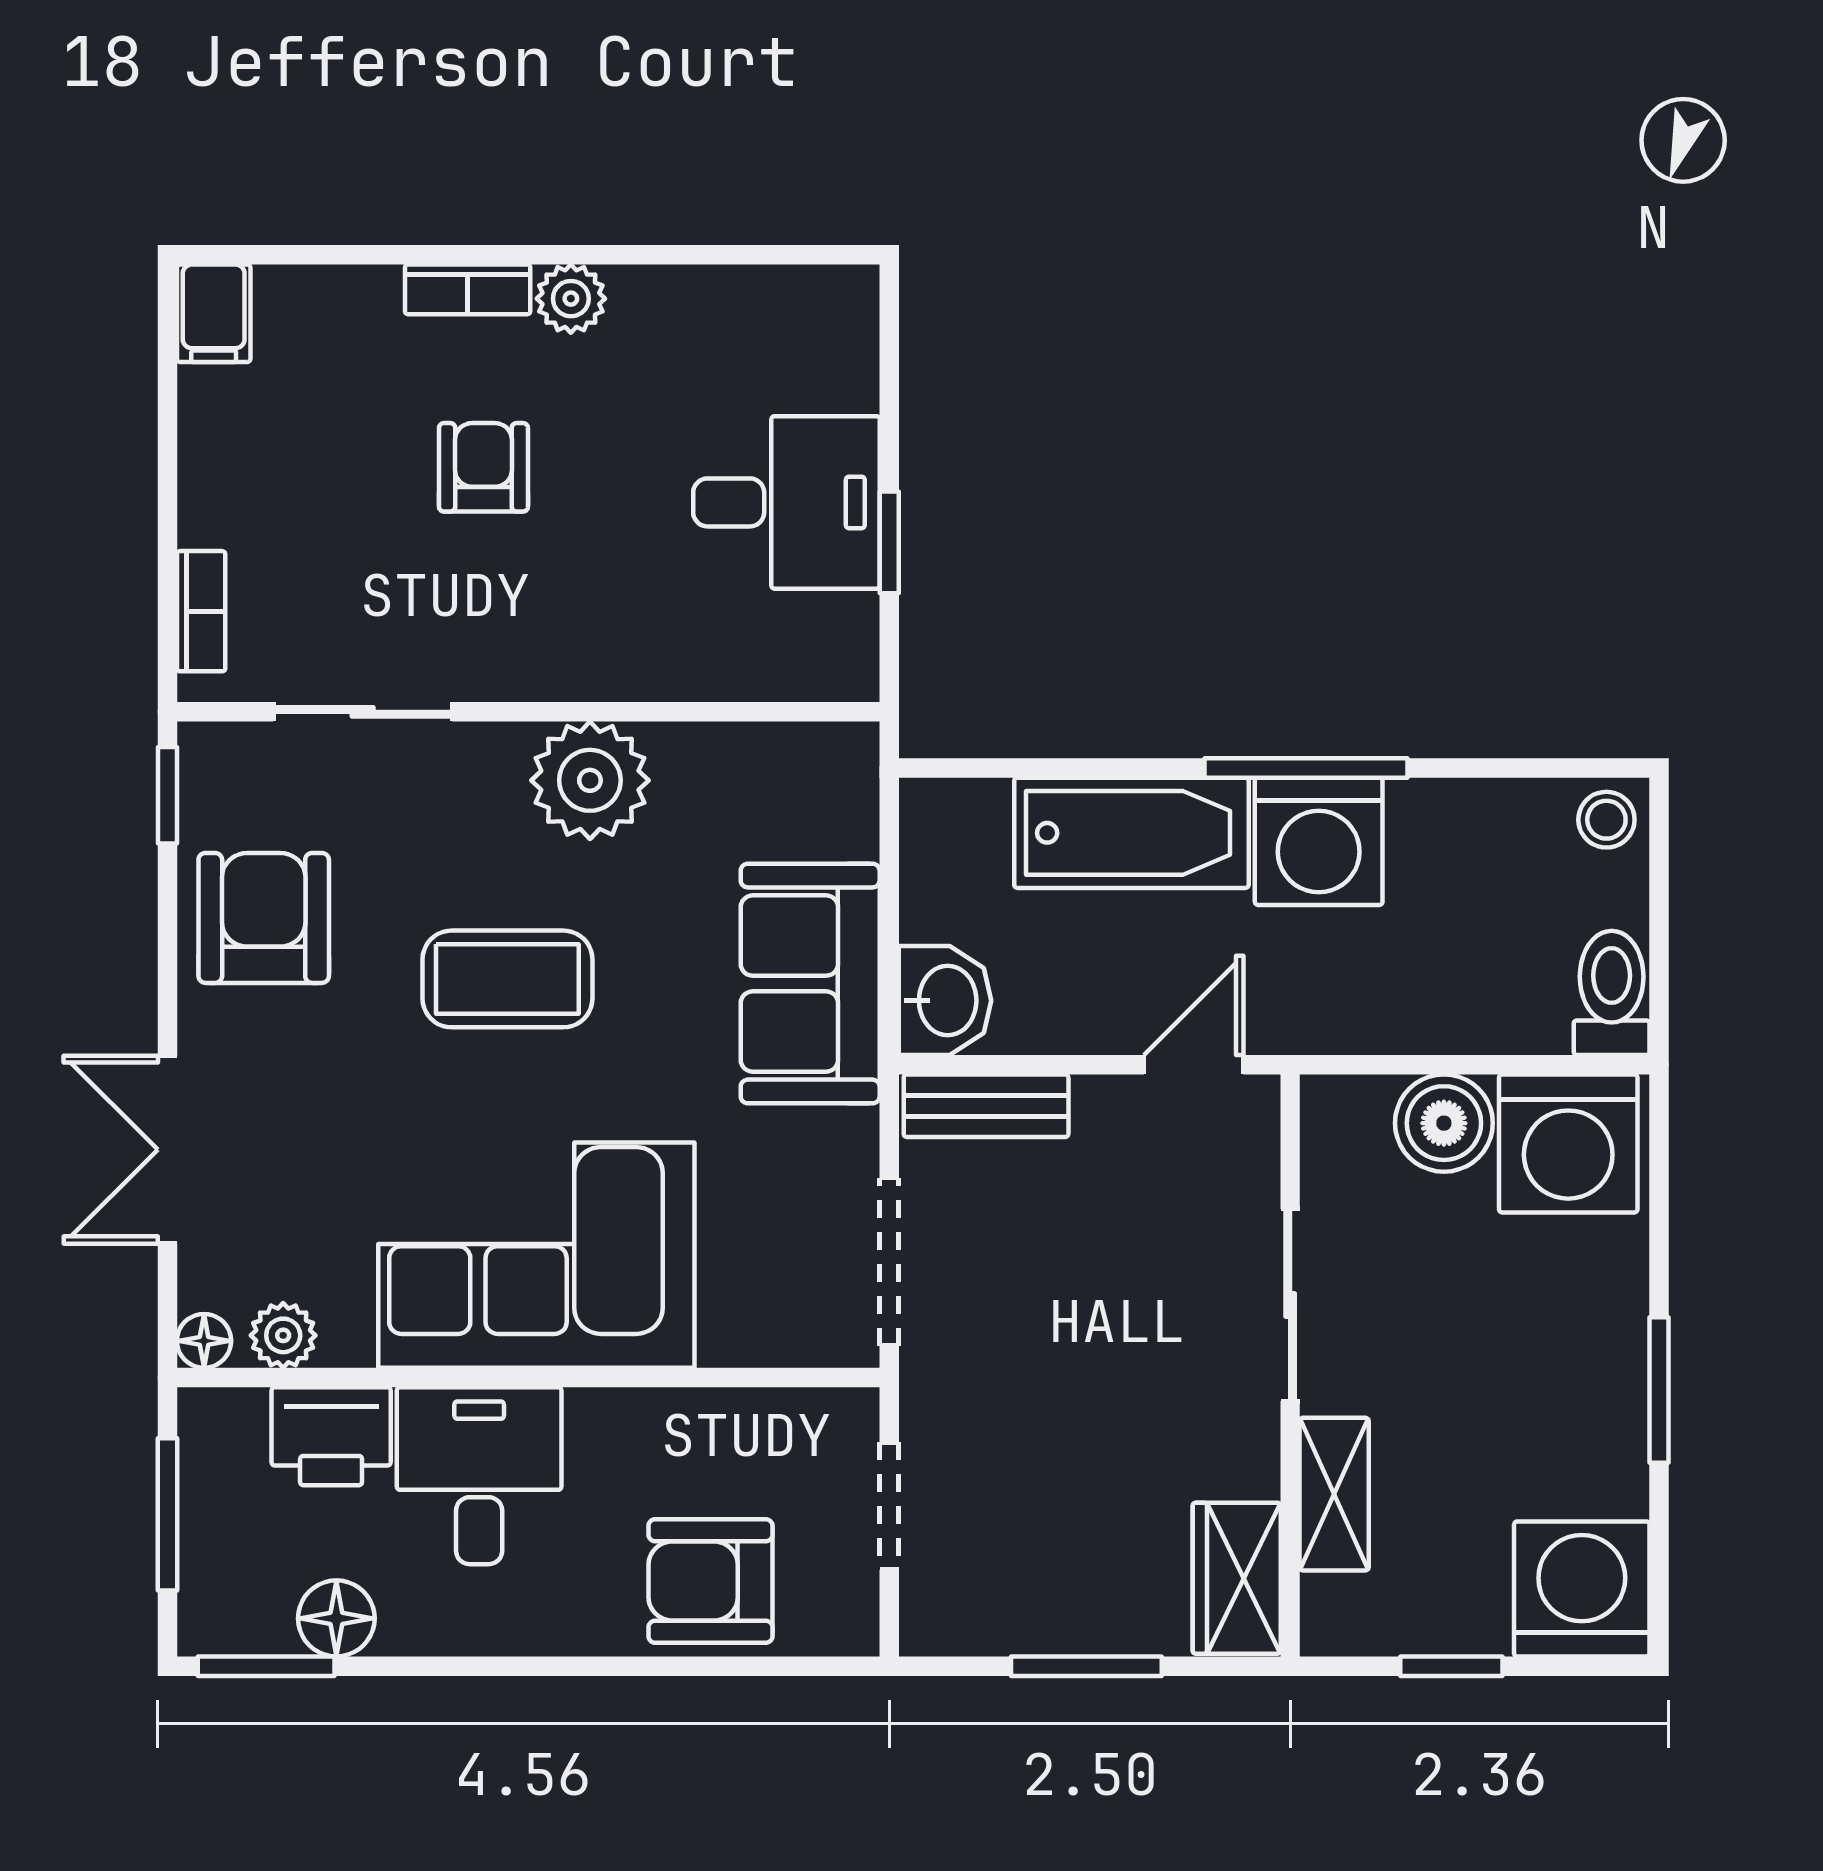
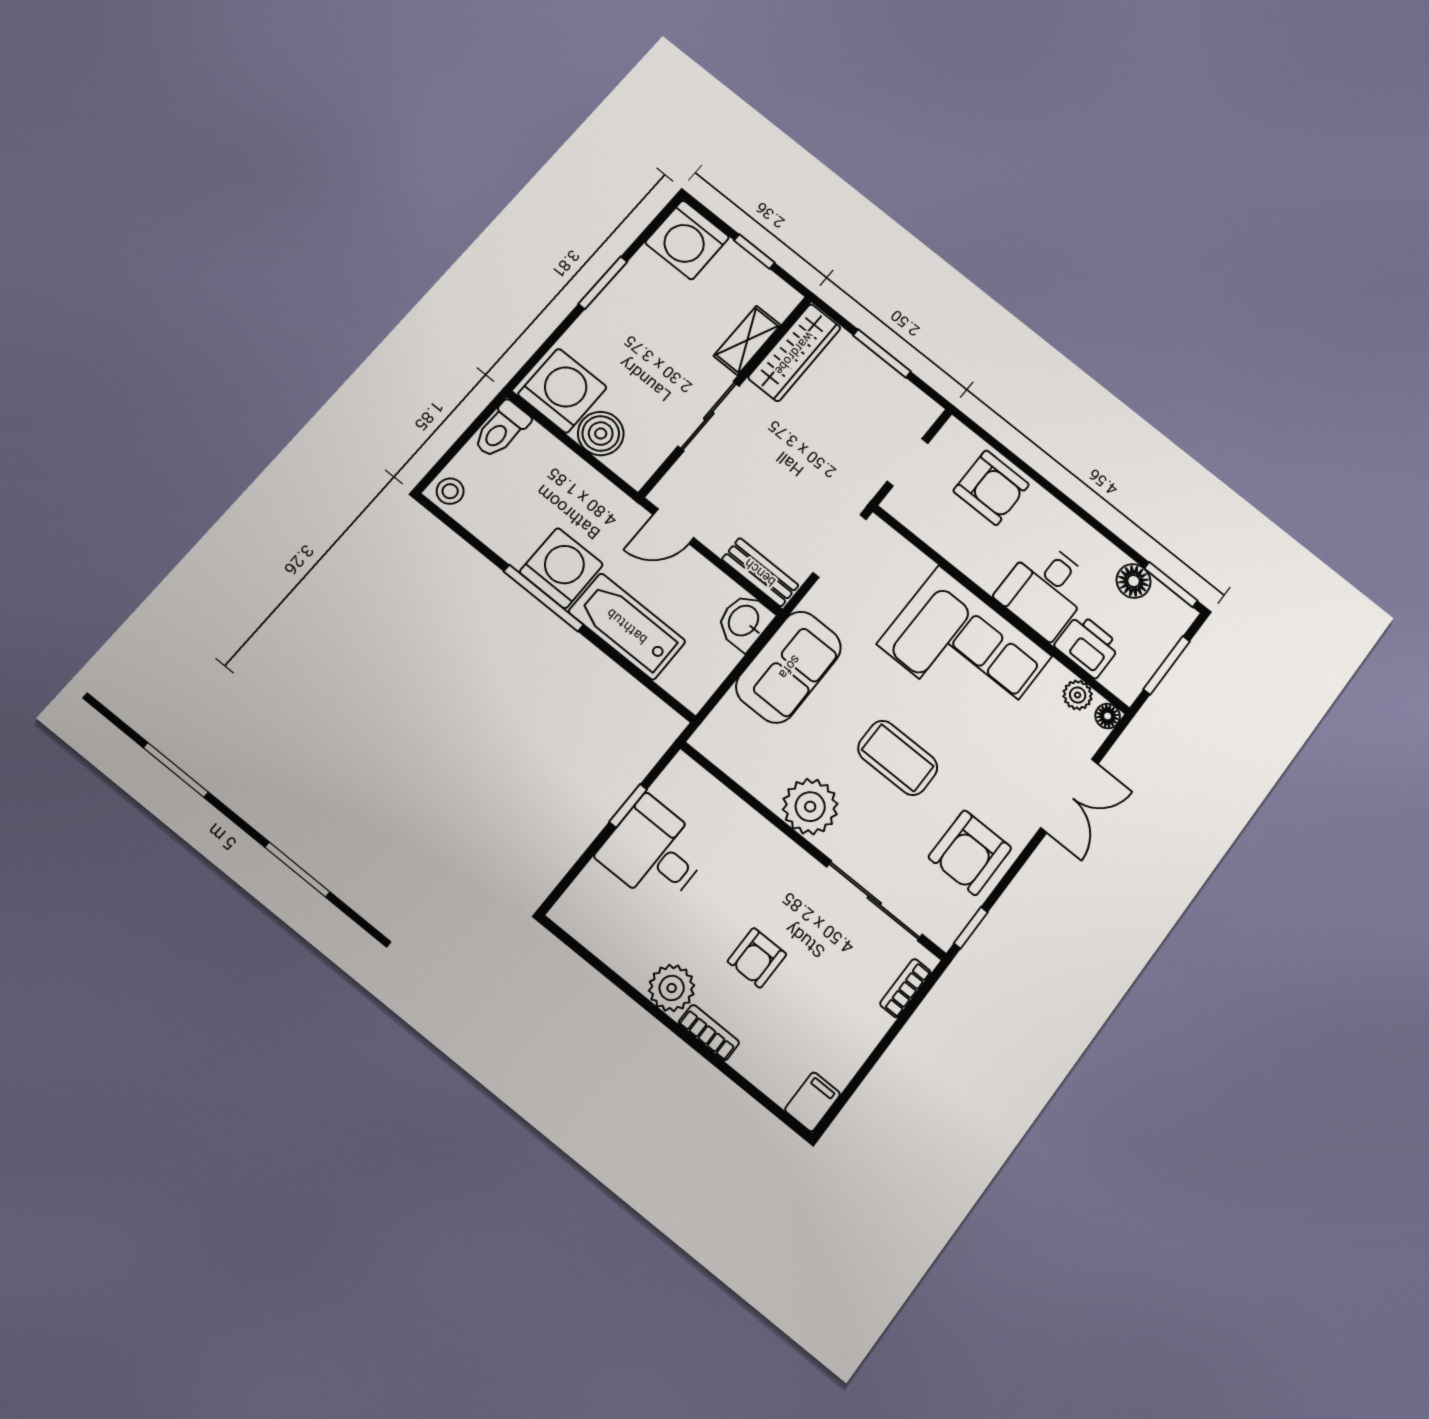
plant: (571, 299) -> (672, 988), width x1.38, depth x1.38
sliding door: (363, 712) -> (874, 901), width x1.37
wardrobe: (1237, 1578) -> (794, 353), width x1.50

